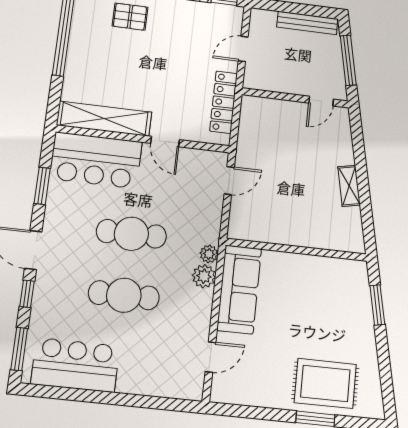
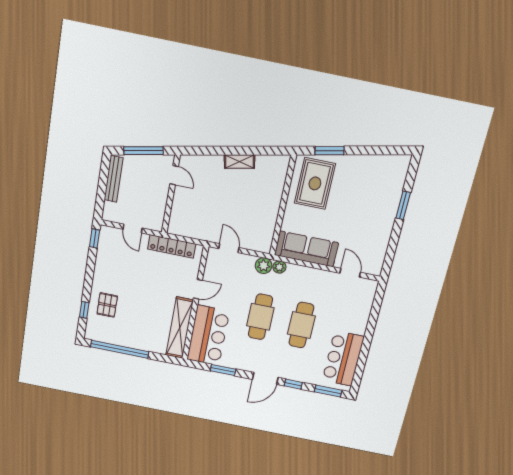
plant: (204, 276) -> (264, 266), moved
rug: (325, 383) -> (315, 183), moved

